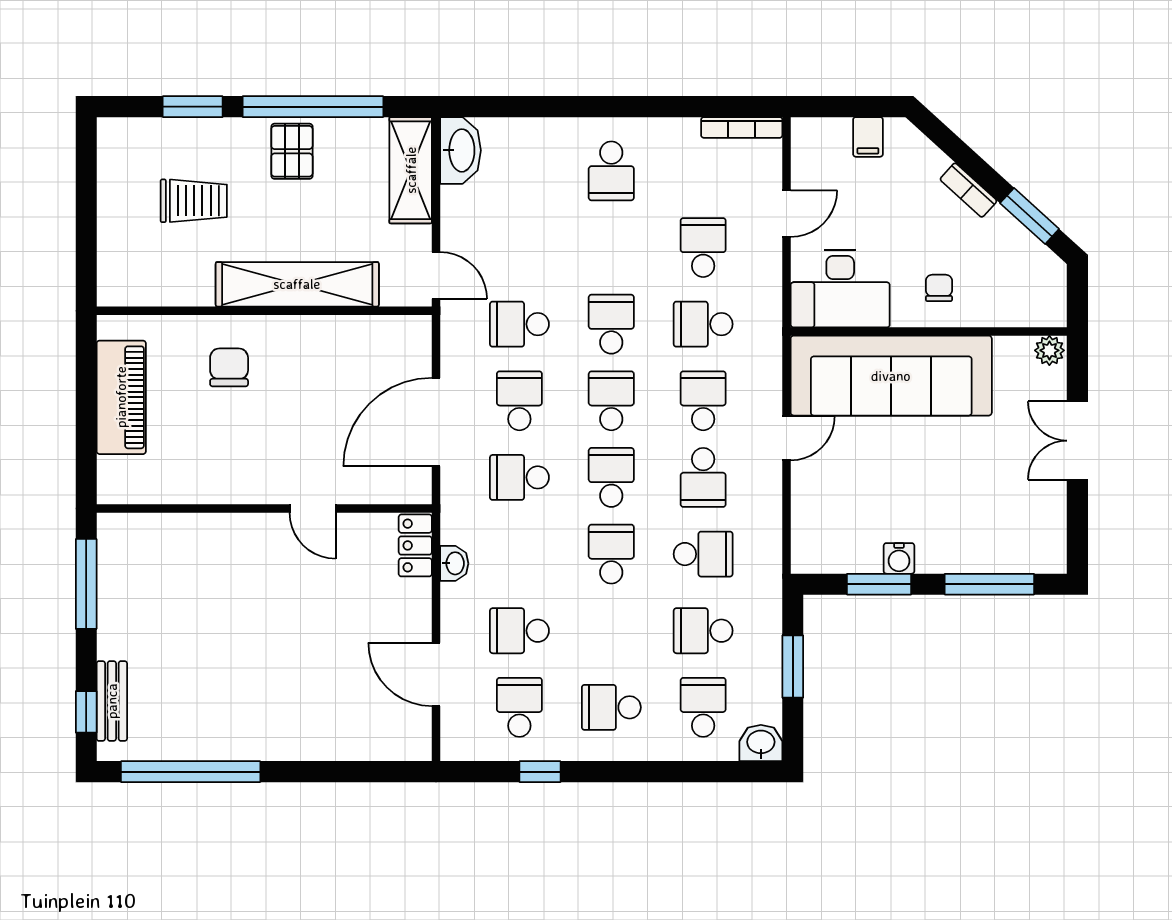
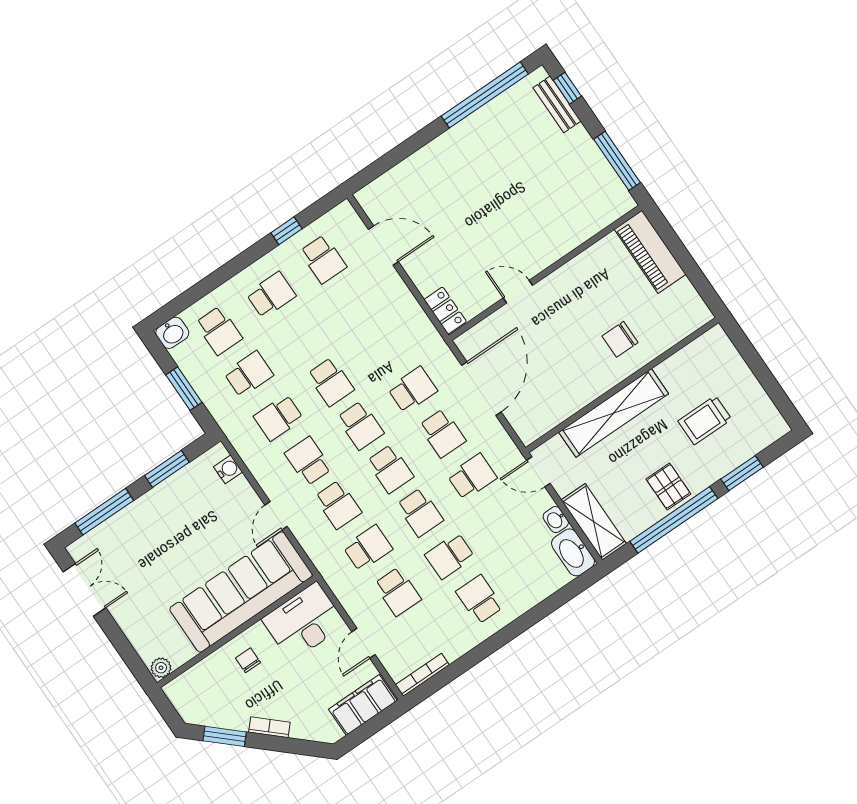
filing cabinet: (868, 137) -> (363, 705), width x3.00, depth x1.17
chair: (939, 288) -> (248, 660), turned 180
chair: (229, 367) -> (620, 339), turned 90
piano: (121, 397) -> (650, 252), moved
double door: (1077, 441) -> (84, 590), moved
water cooler: (899, 558) -> (228, 469), moved, turned 90
washbasin: (454, 563) -> (556, 520), moved
school desk: (519, 631) -> (450, 556), moved, turned 180

